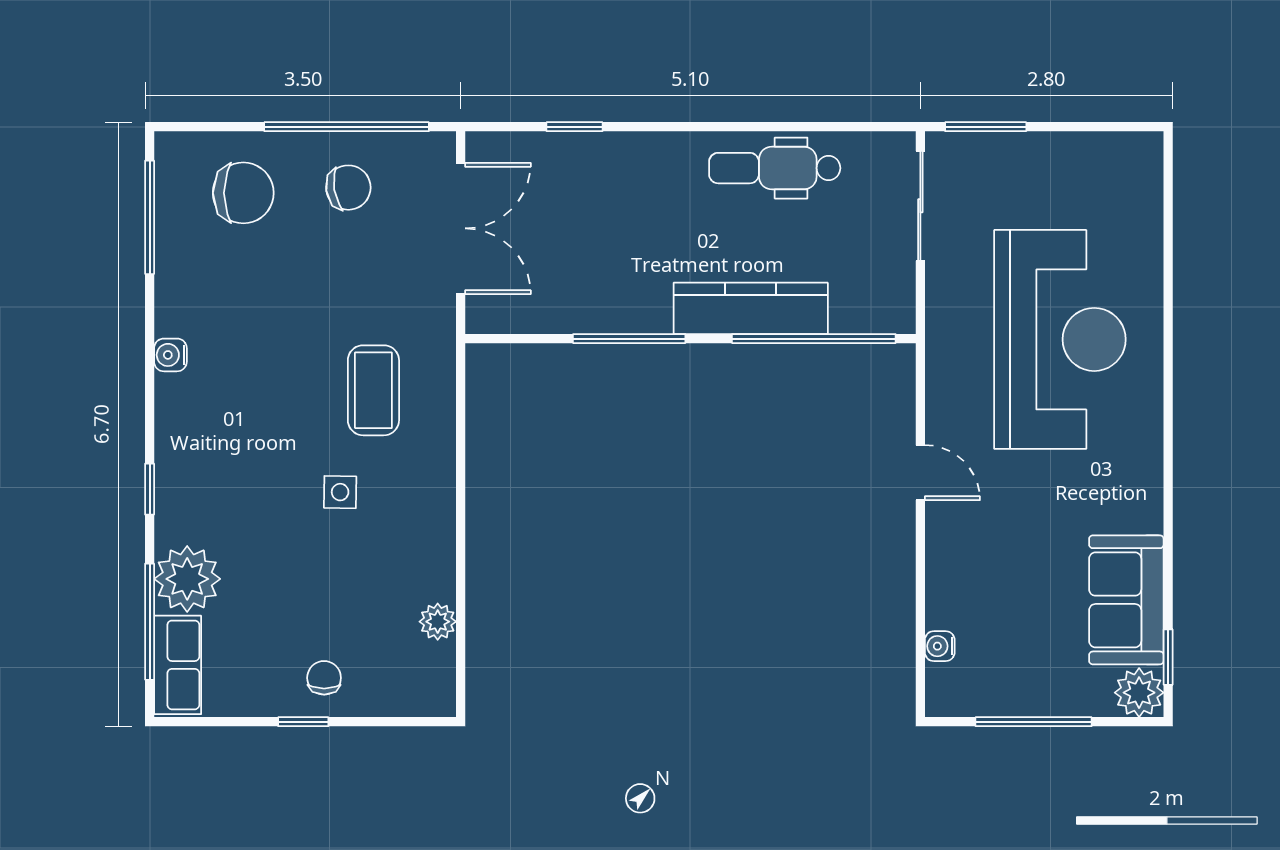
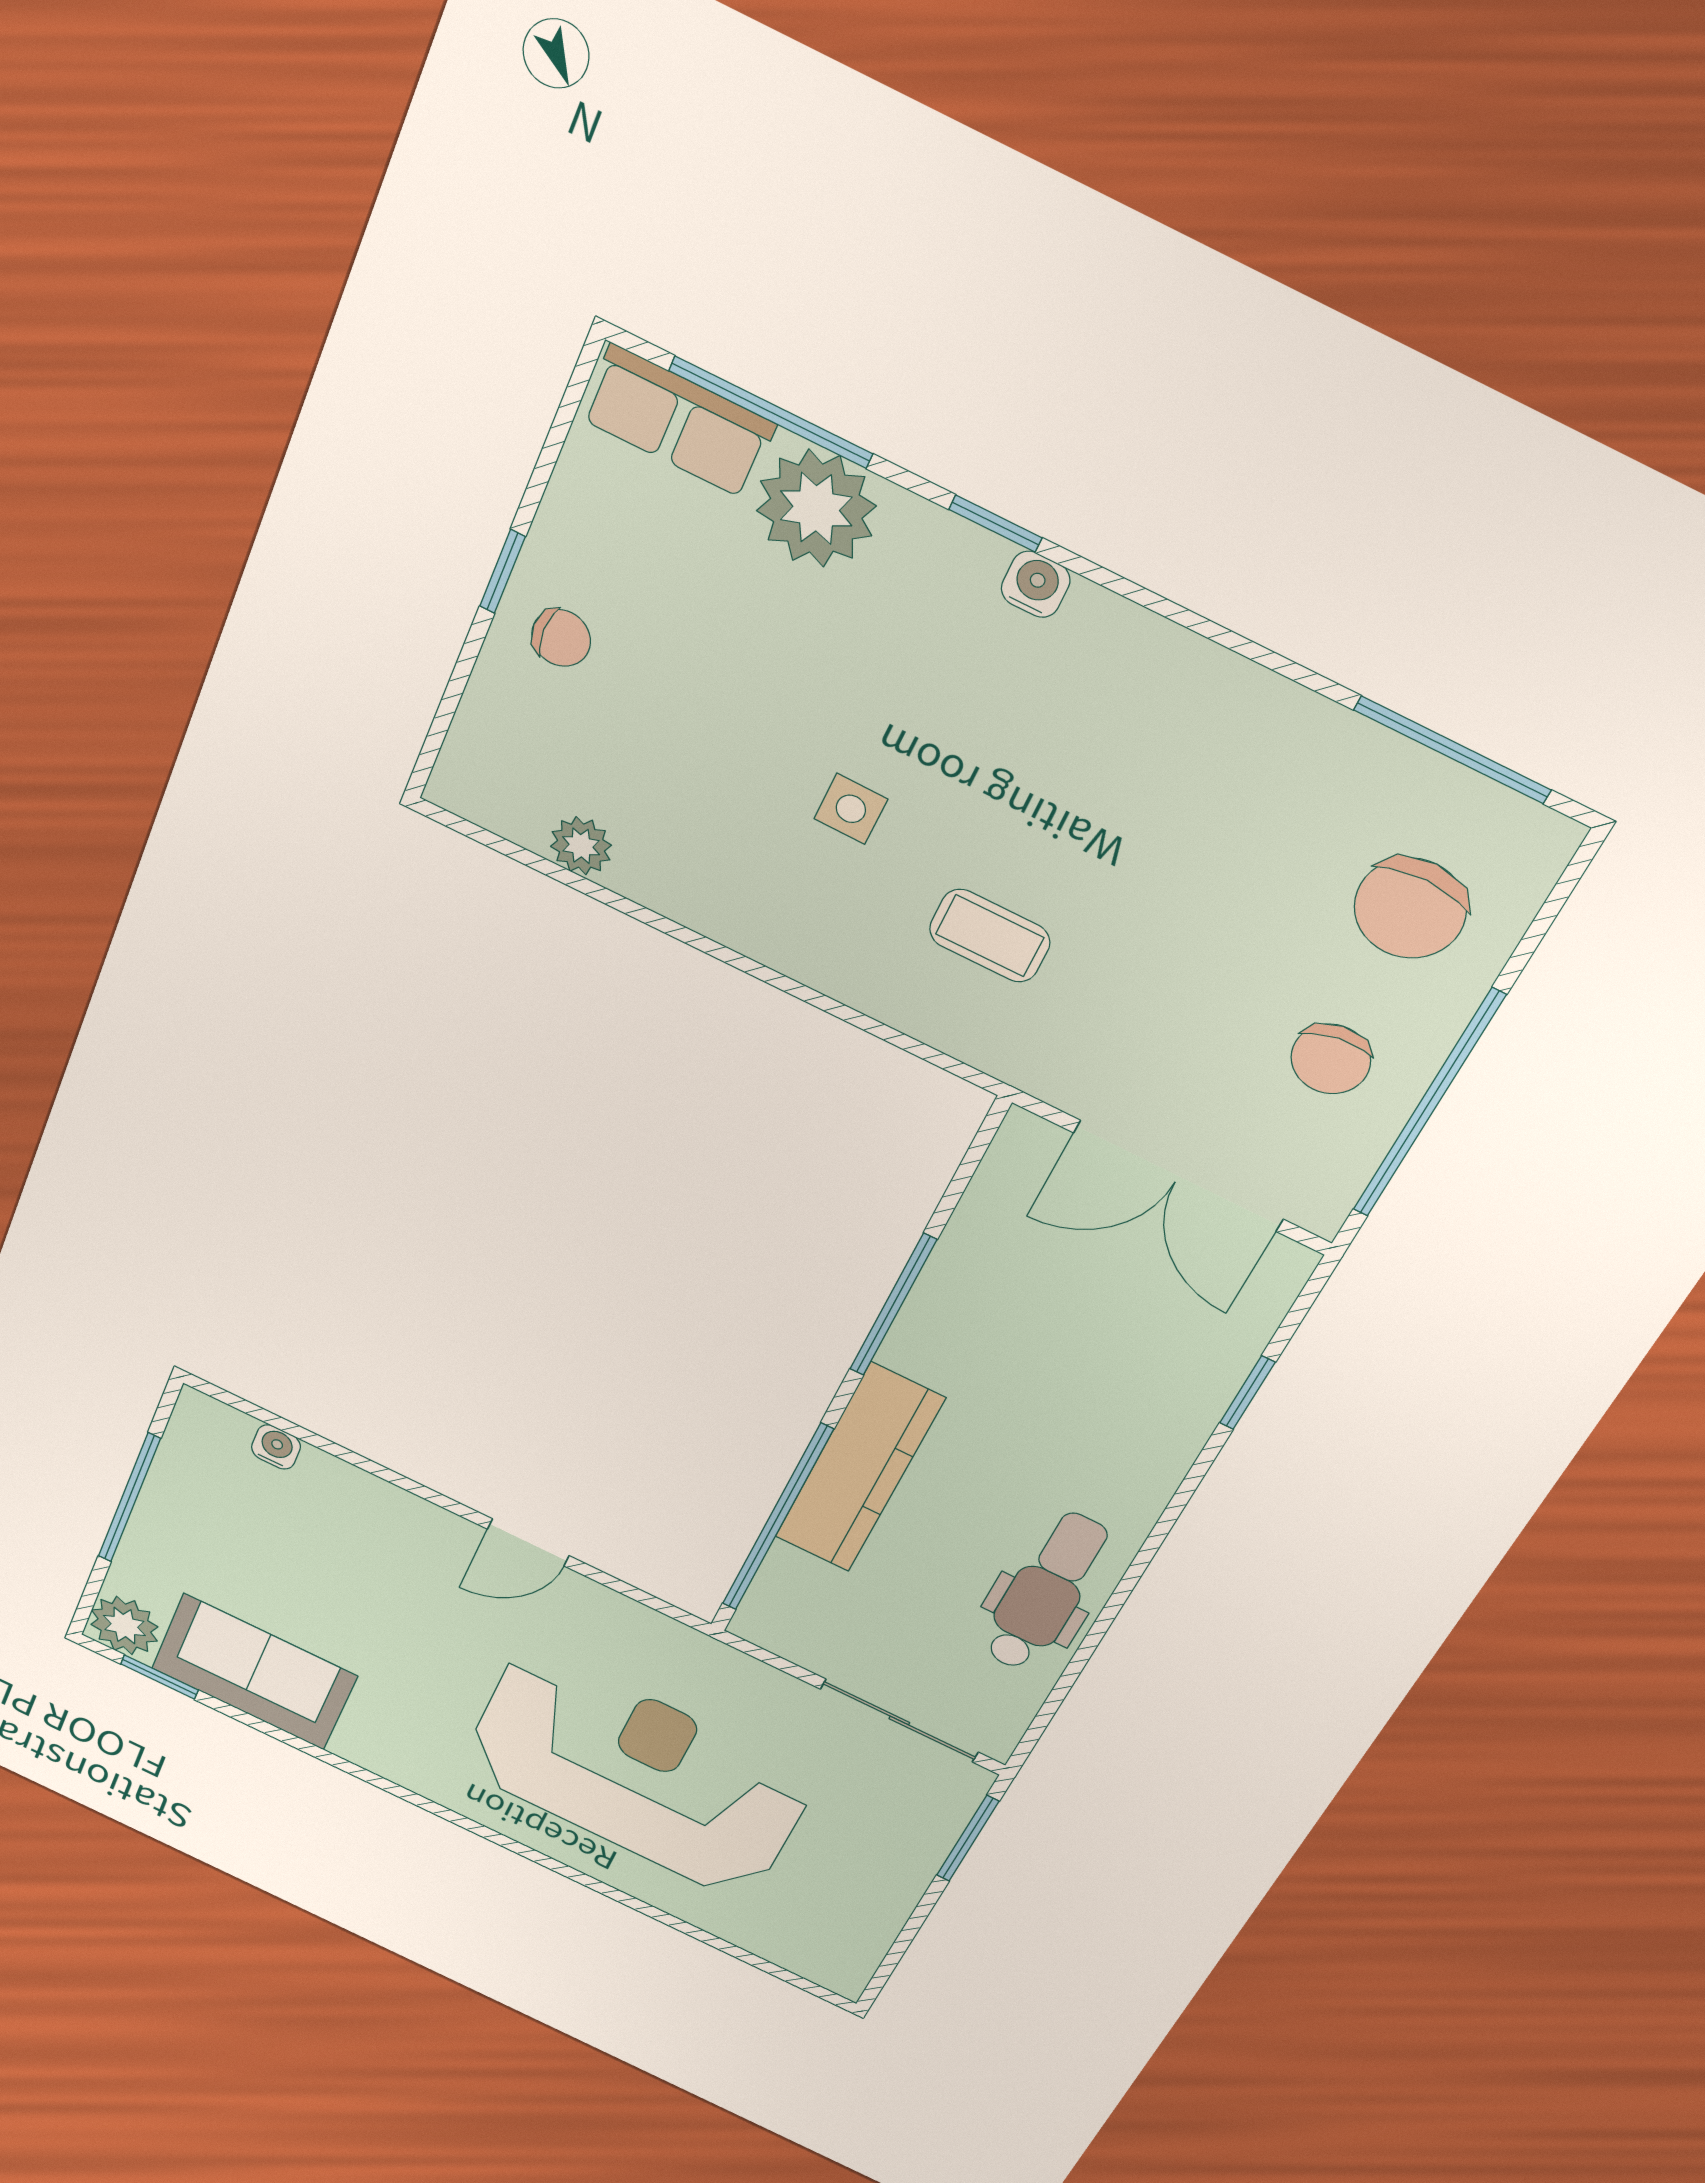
reception desk: (1060, 339) -> (637, 1774), turned 180
water cooler: (170, 355) -> (1036, 584), moved
coffee table: (373, 390) -> (990, 936), width x0.73, depth x0.77

